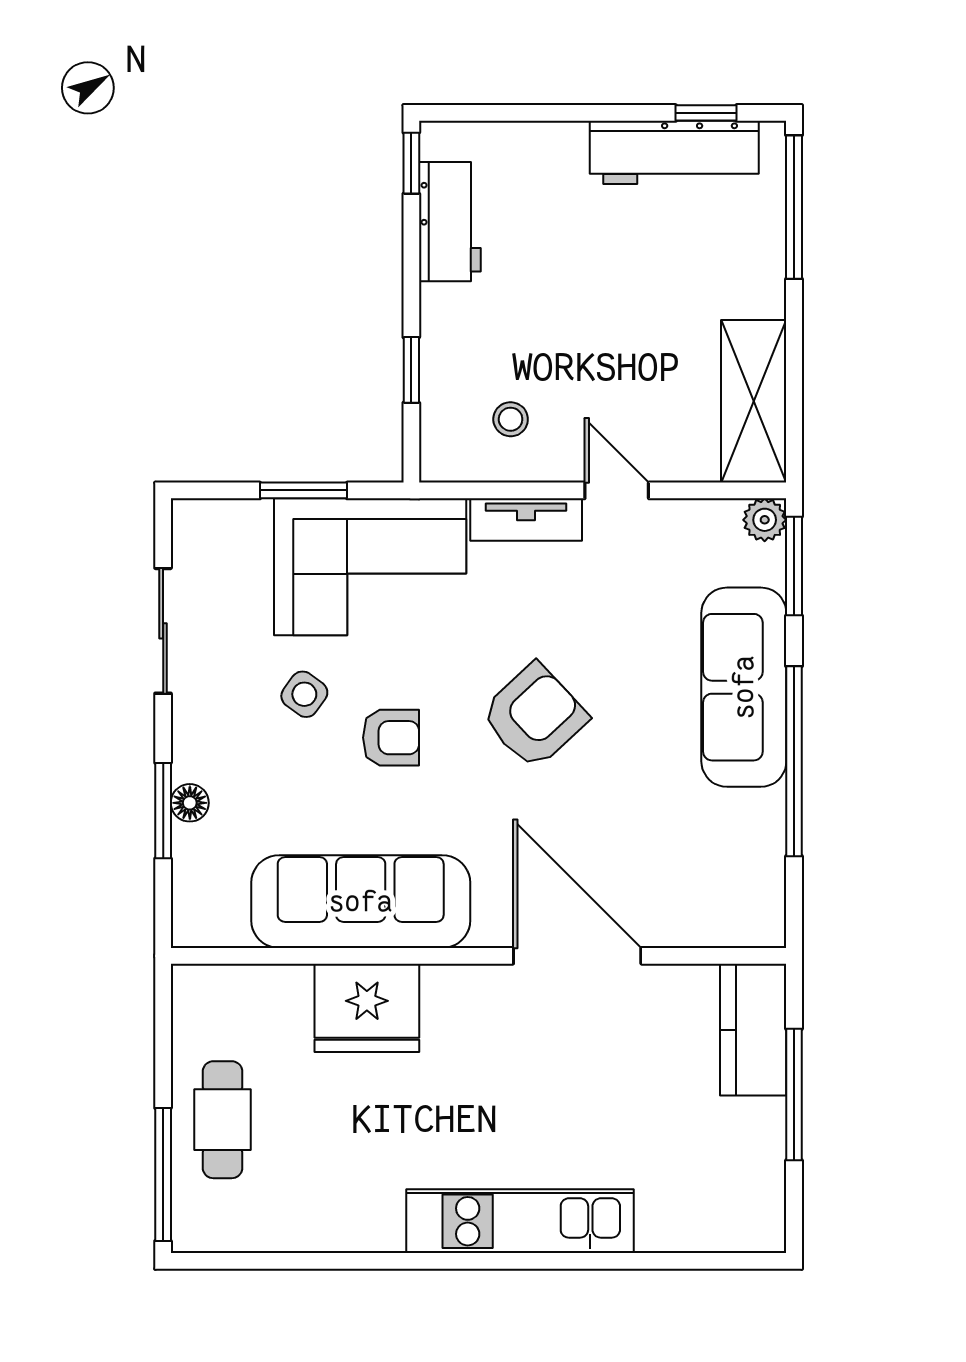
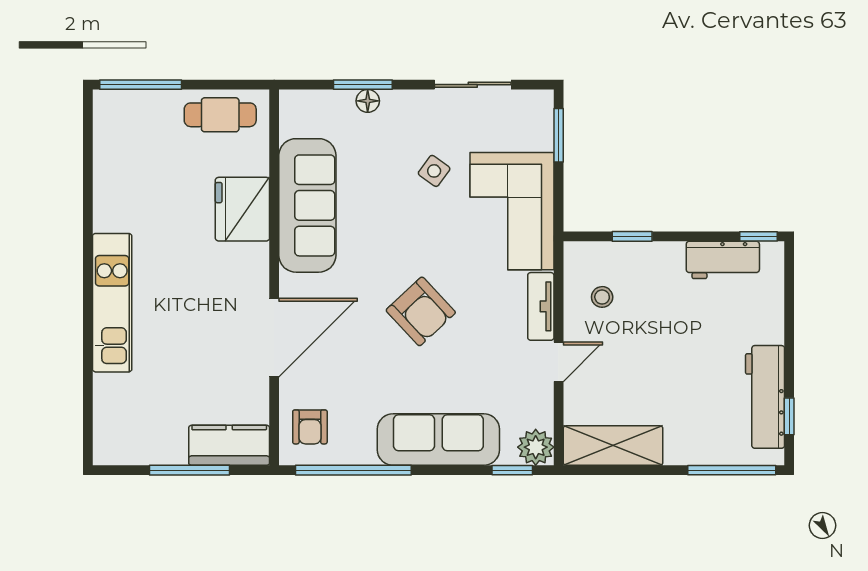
window: (304, 490) -> (559, 135), moved
plant: (765, 520) -> (536, 447), width x1.38, depth x1.38
window: (794, 566) -> (512, 470), width x0.67
armchair: (391, 738) -> (310, 427), moved
window: (794, 761) -> (353, 470), moved
cafe table: (223, 1120) -> (220, 115), moved

